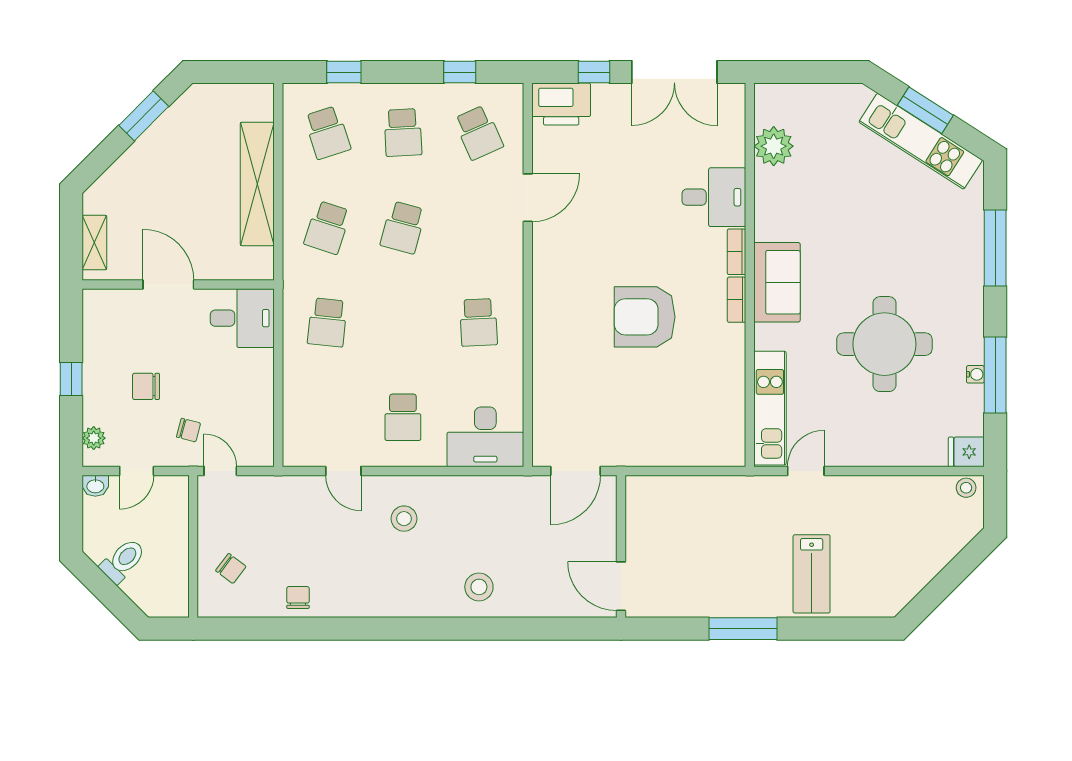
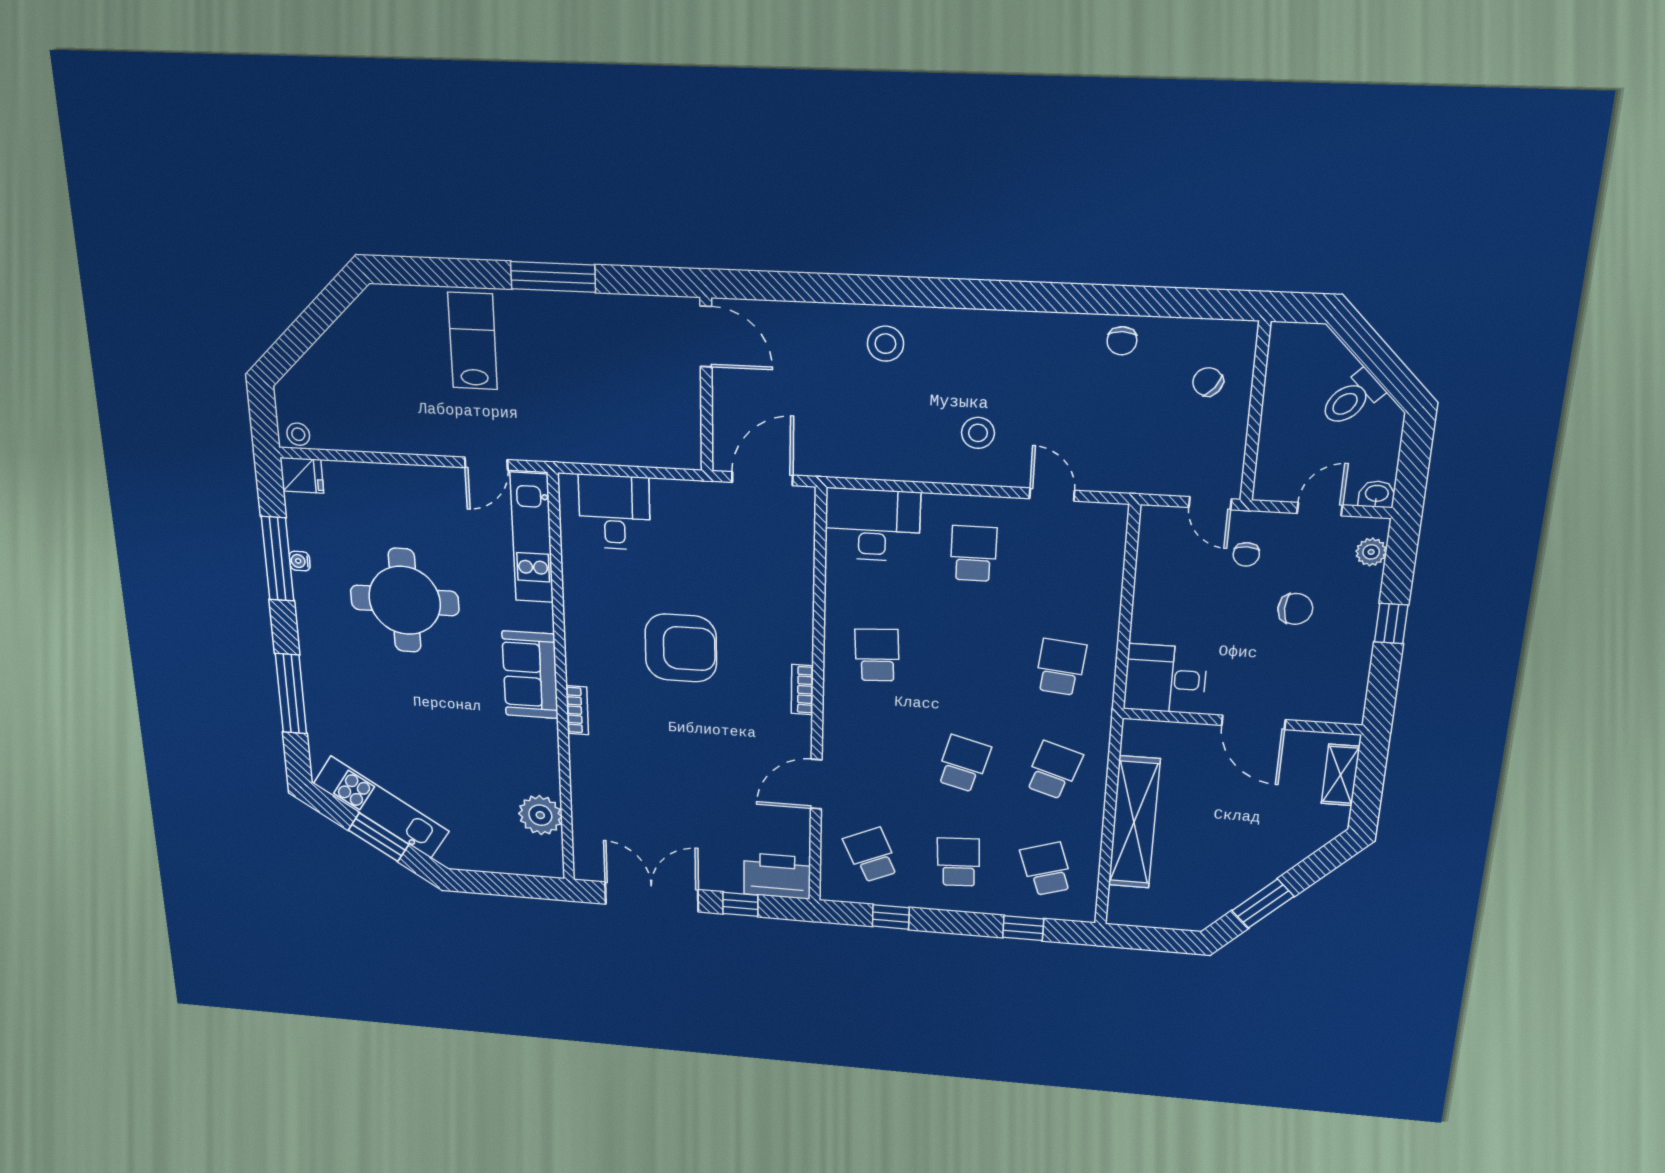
desk: (714, 197) -> (614, 512), moved, turned 90
bookcase: (737, 300) -> (802, 690), moved, turned 180
chair: (189, 430) -> (1246, 554), turned -105

